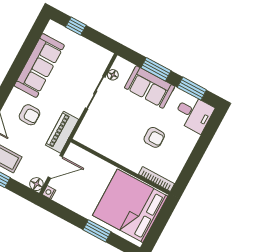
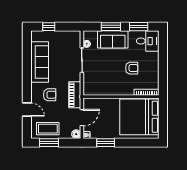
window: (97, 231) -> (106, 143), moved

